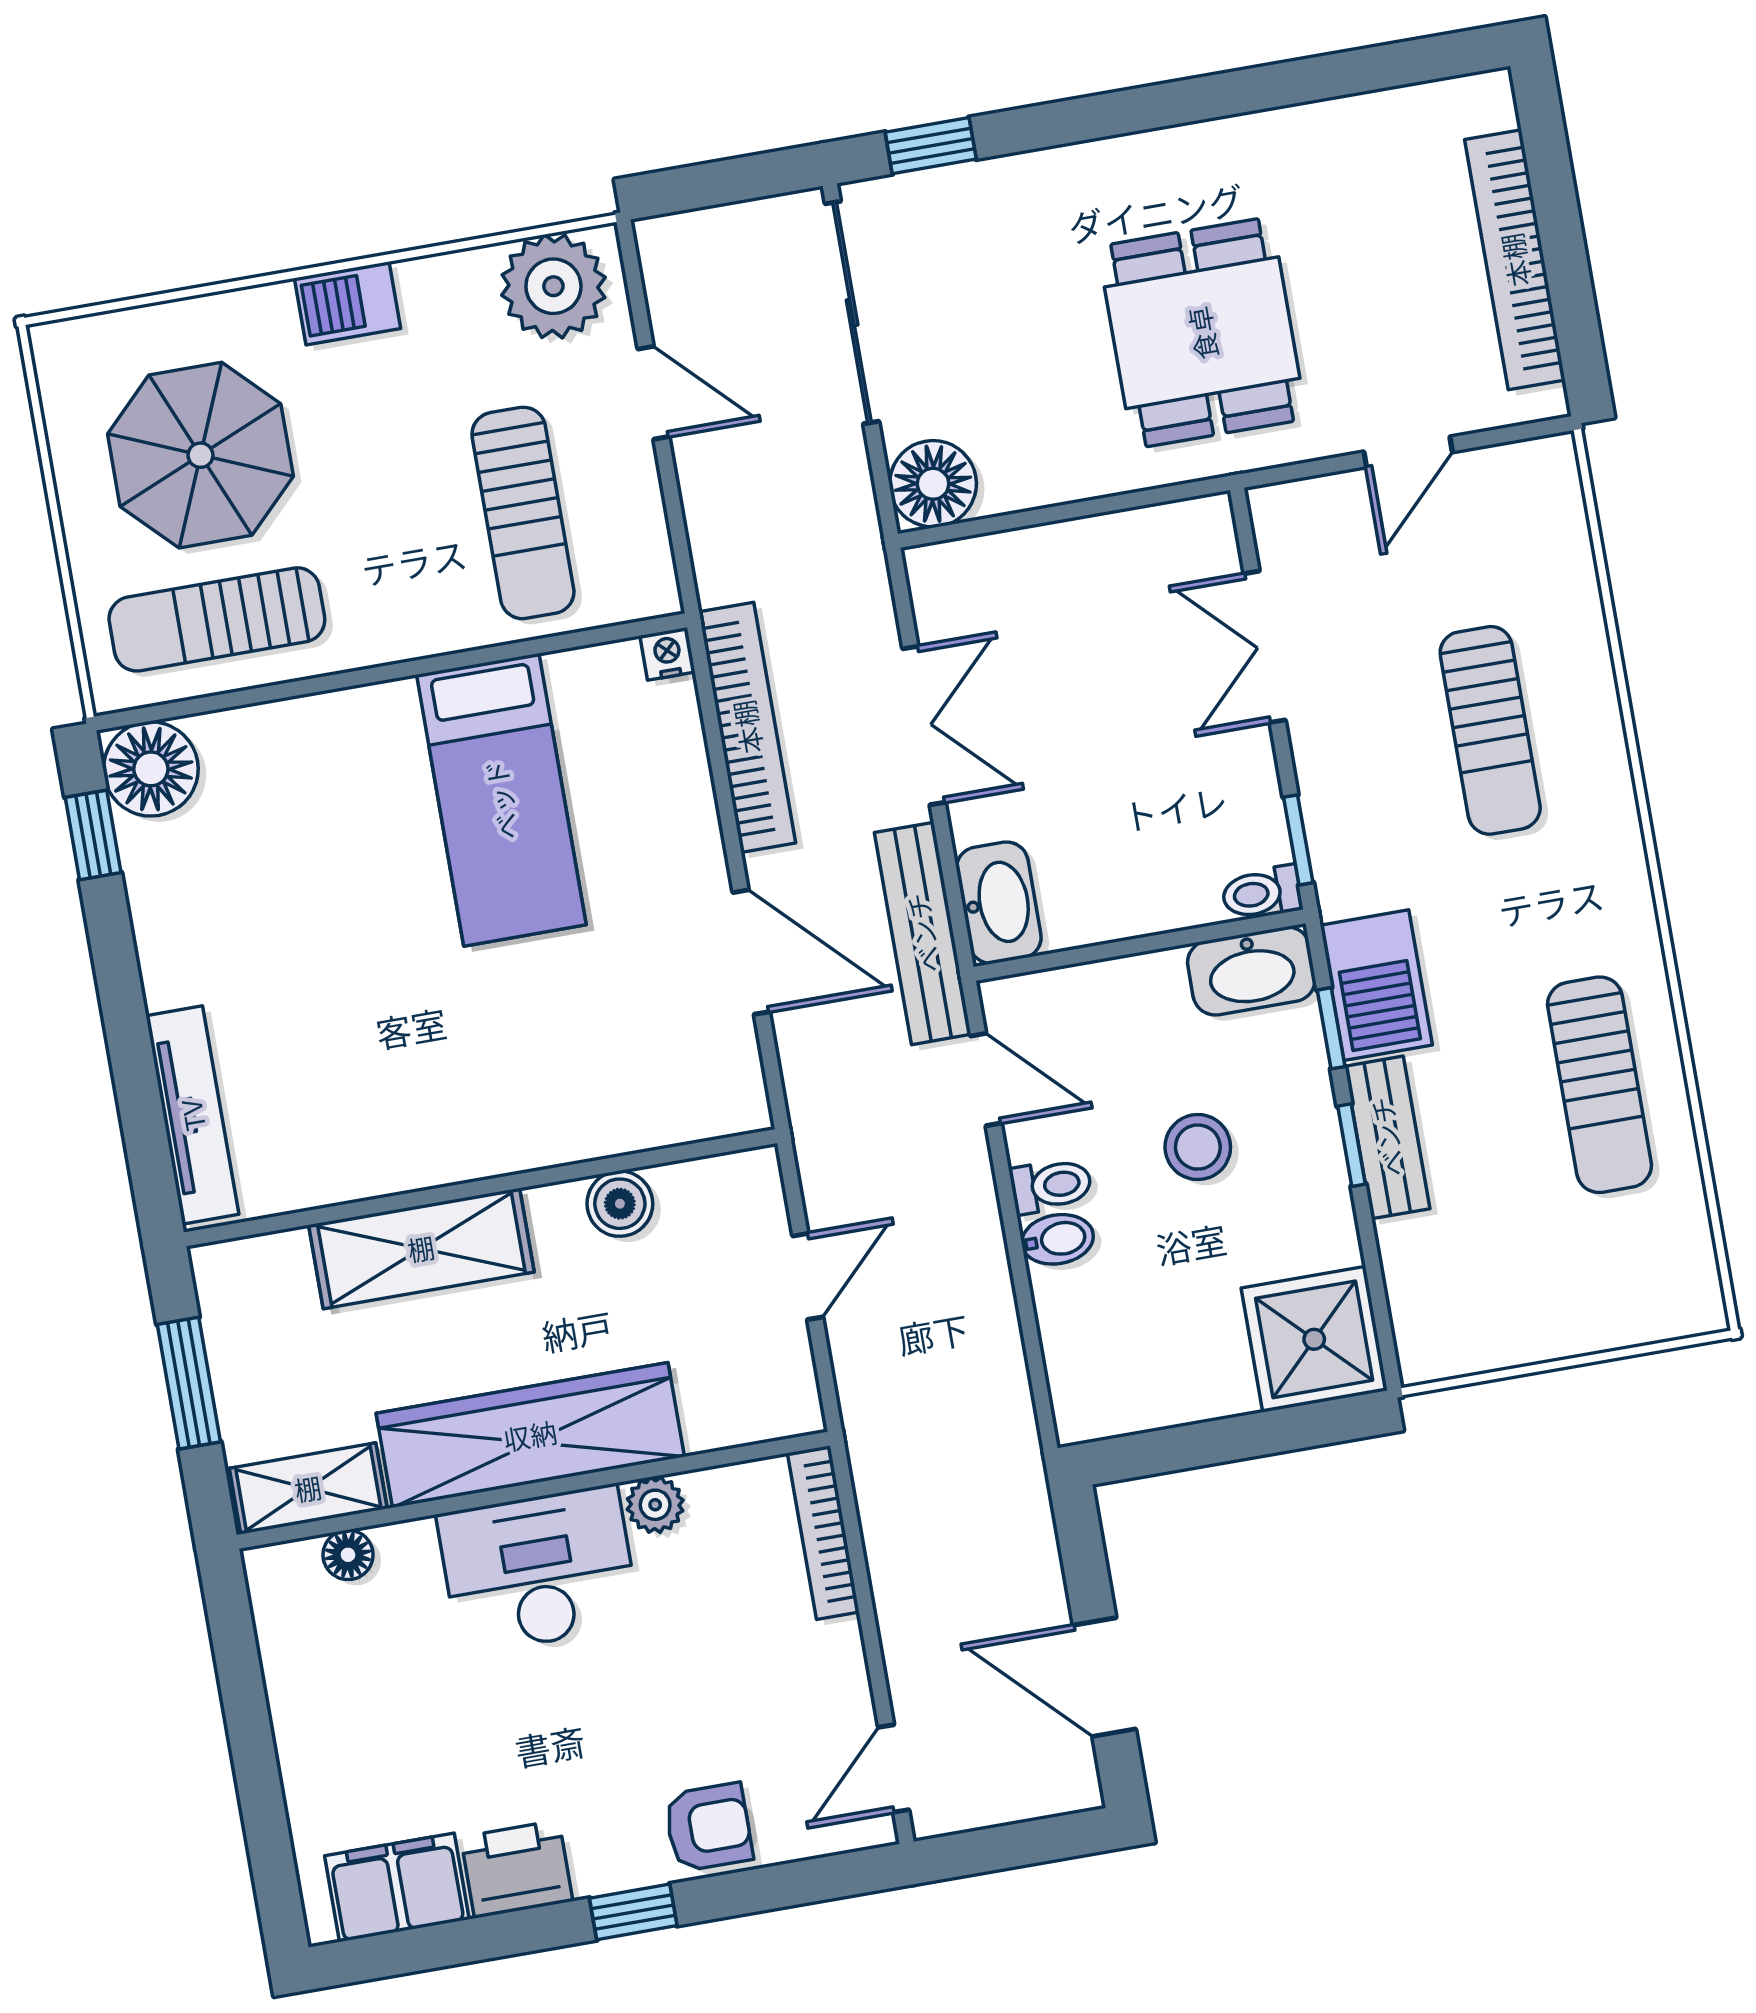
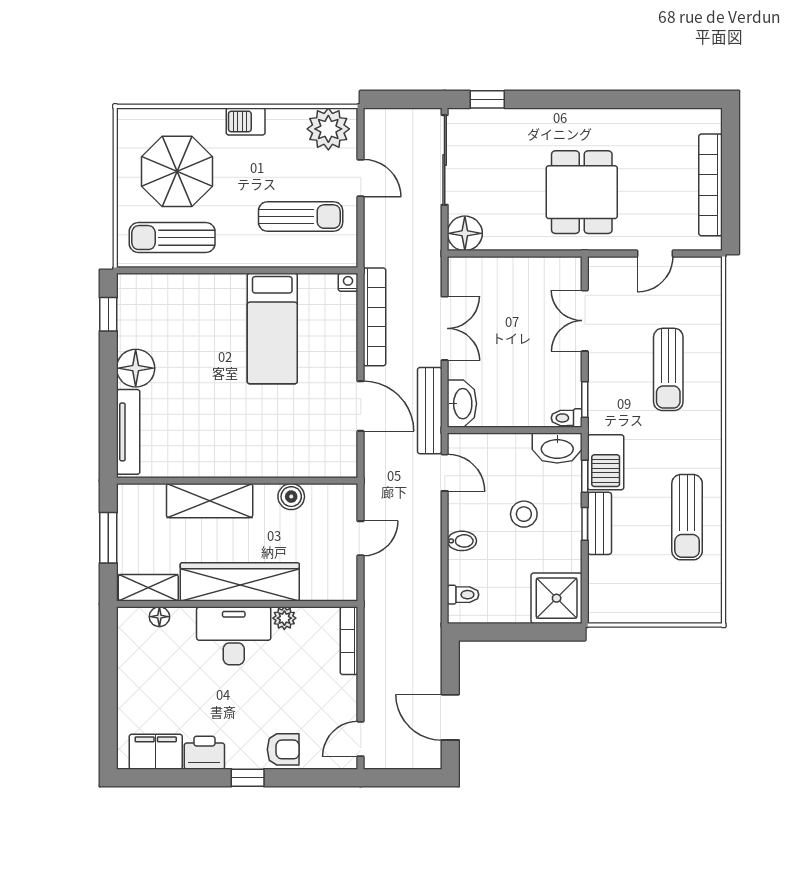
sun lounger: (523, 513) -> (301, 217), turned -90
floor lamp: (151, 769) -> (136, 368), moved
toilet: (1051, 1186) -> (463, 595), moved

